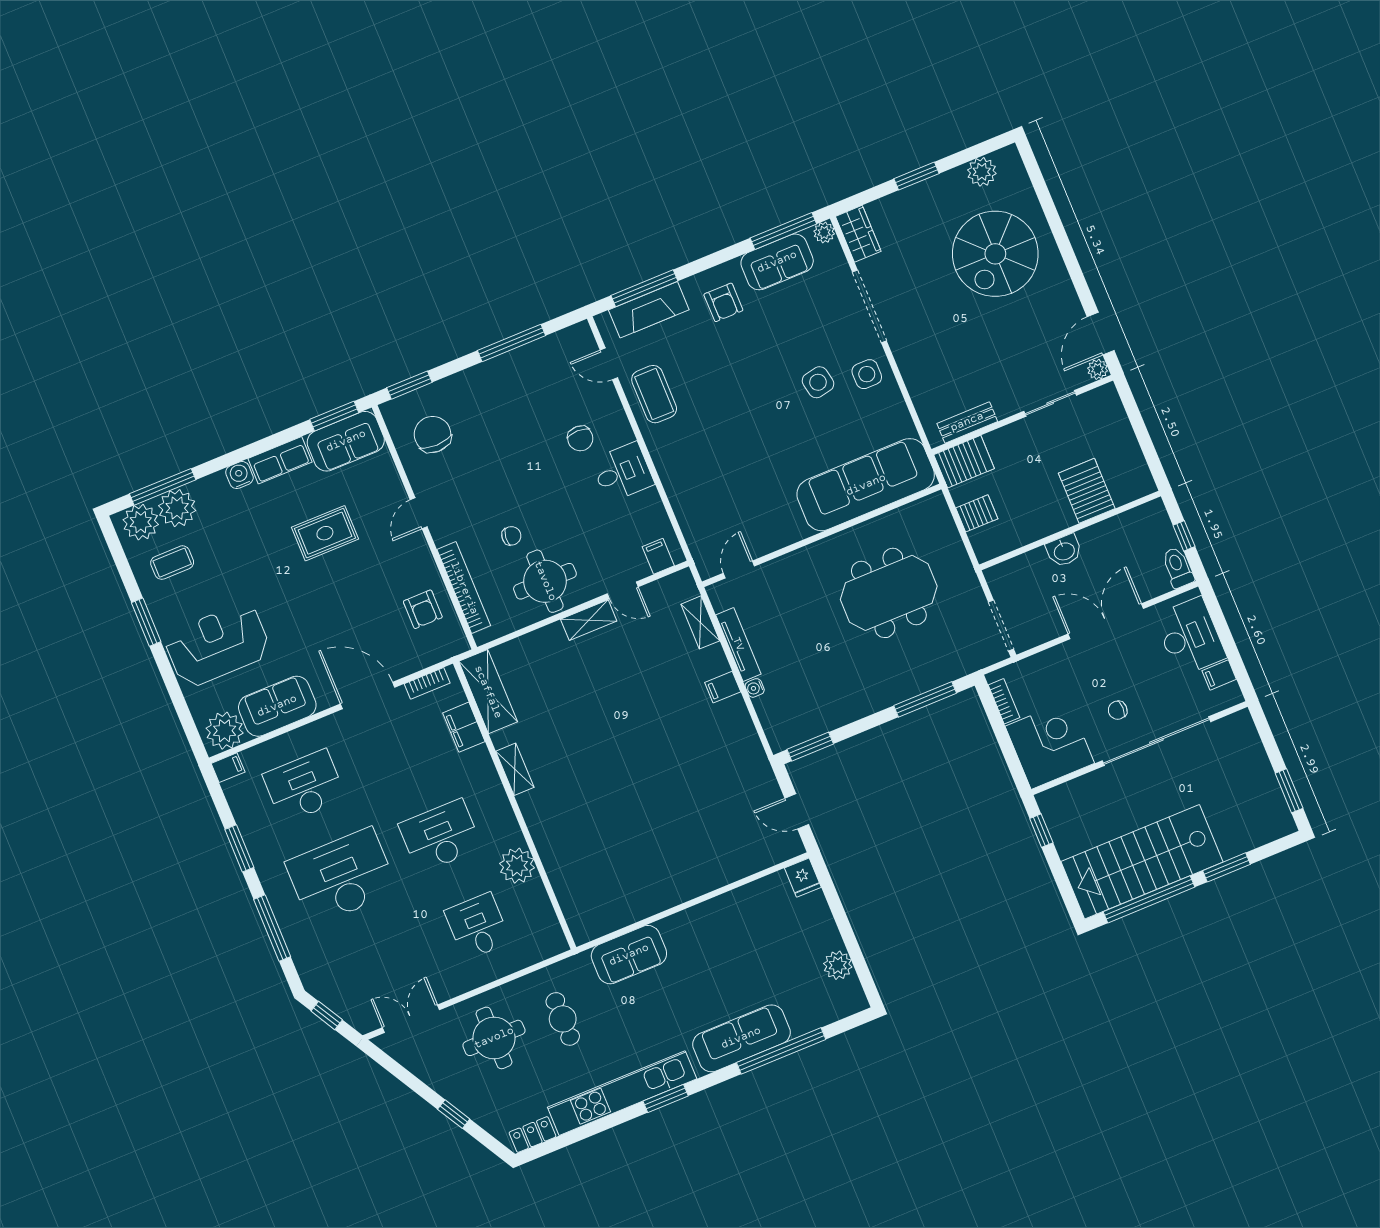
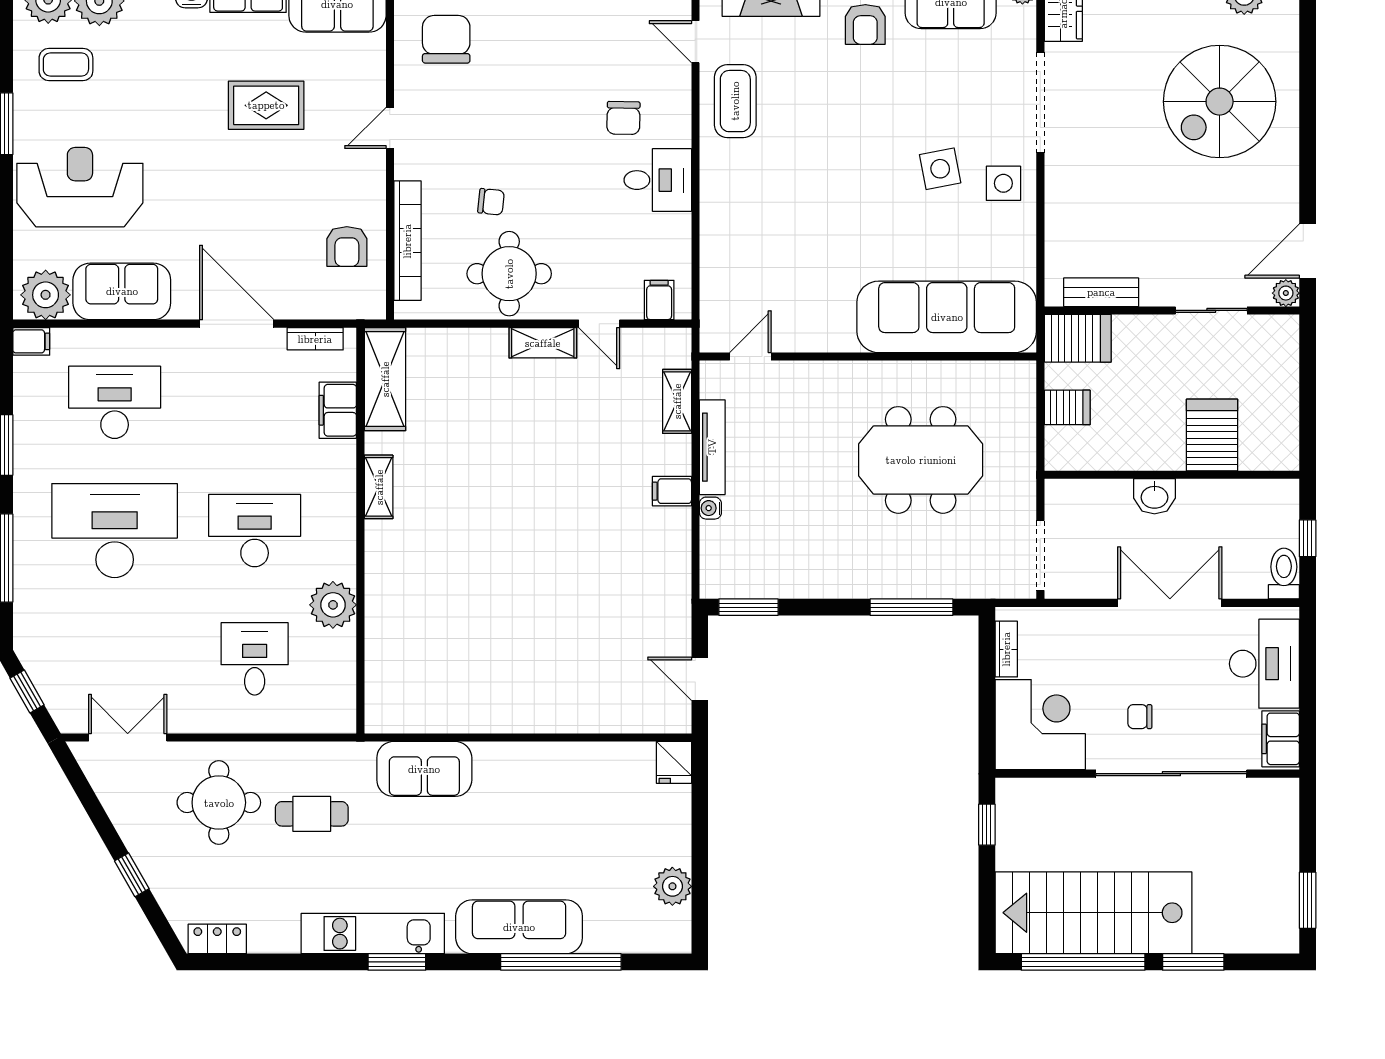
filing cabinet: (1219, 675) -> (1281, 739), width x2.00
cafe table: (563, 1019) -> (312, 814), turned 90
kitchen unit: (622, 1093) -> (373, 934), width x0.73

